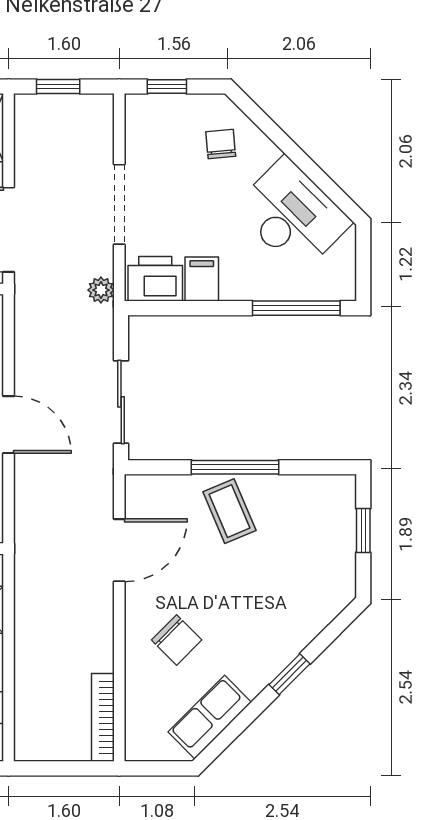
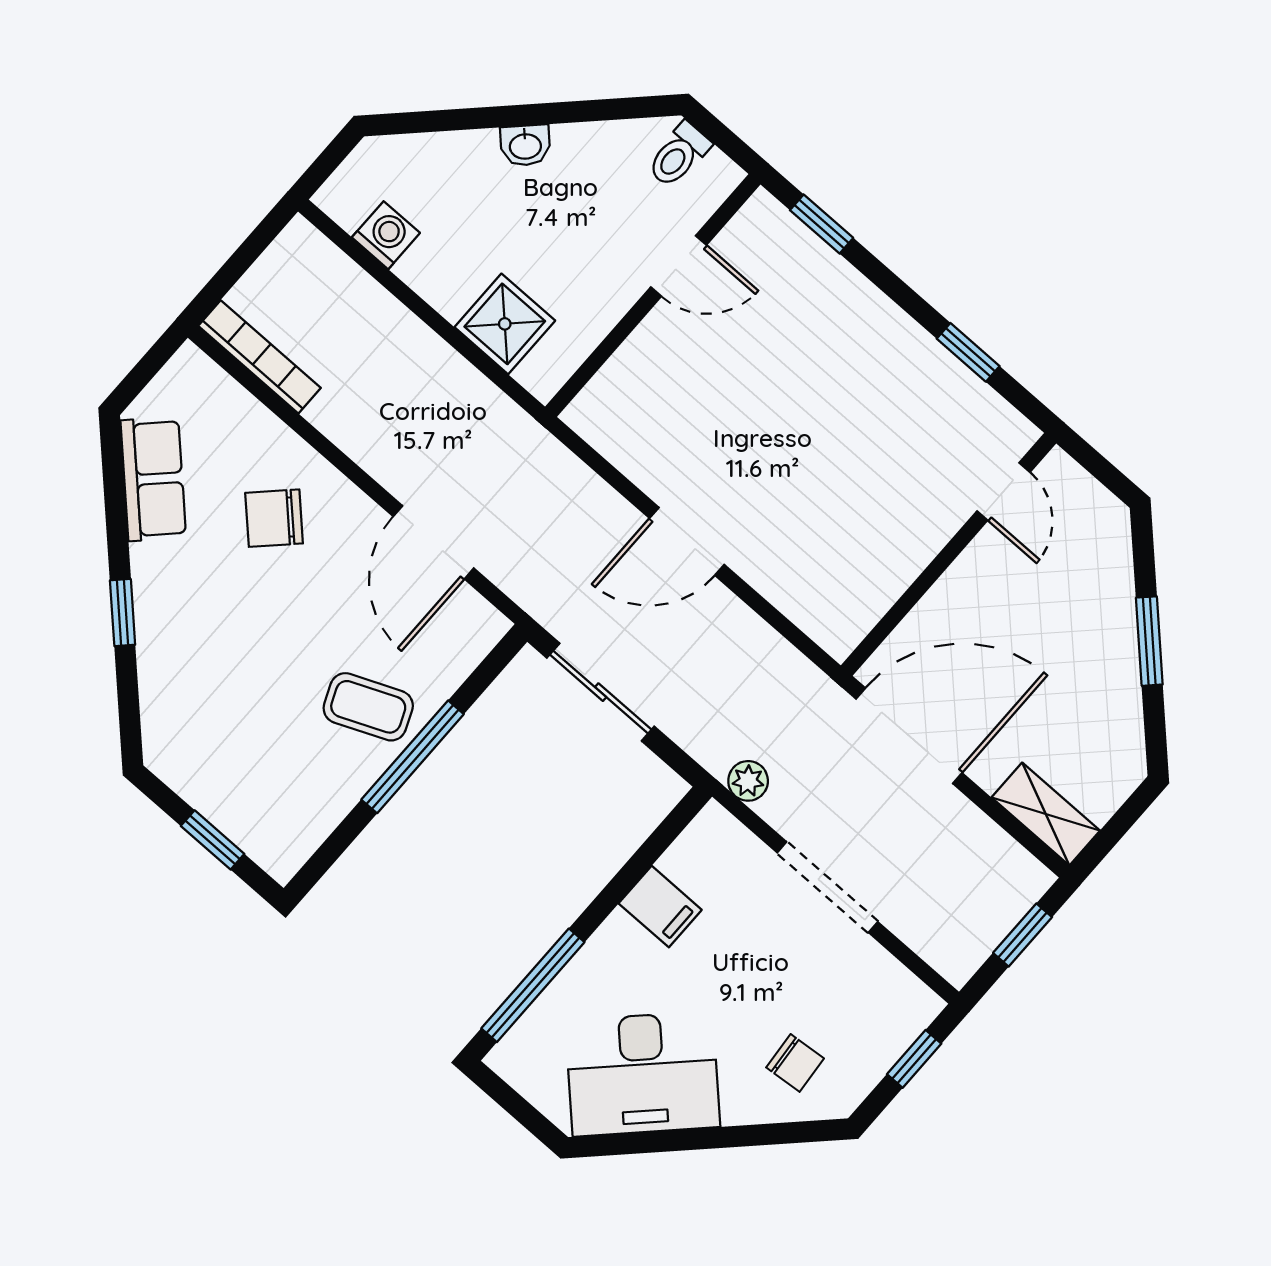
printer: (155, 279) -> (707, 854), removed

